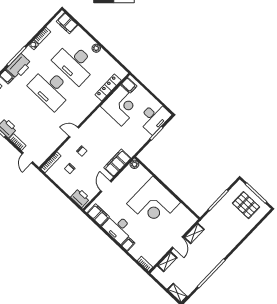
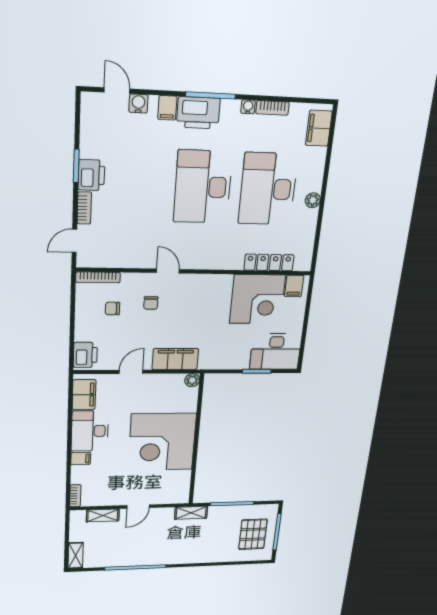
shelving: (194, 234) -> (191, 513), moved

